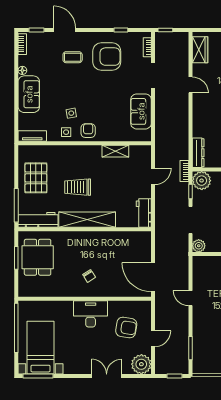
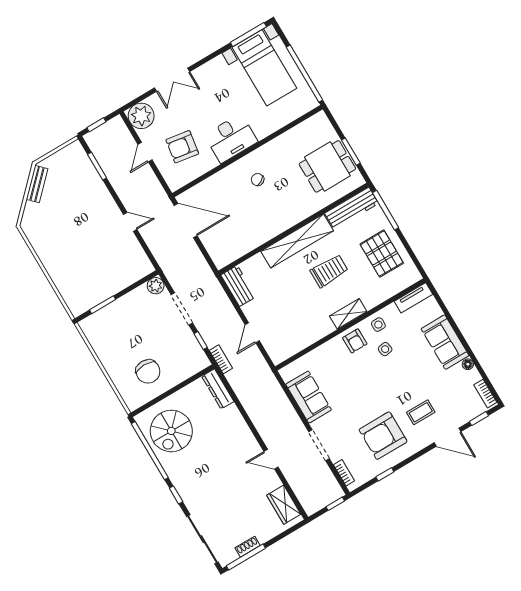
shelving: (115, 151) -> (348, 314), moved
plant: (202, 181) -> (196, 360), removed
dining table: (38, 257) -> (327, 166), turned 90

